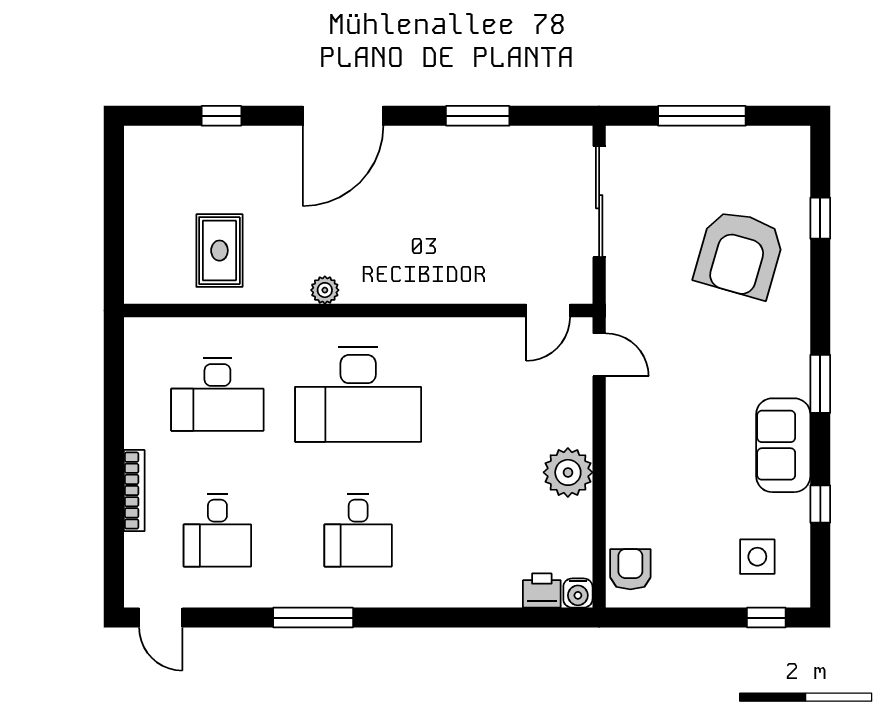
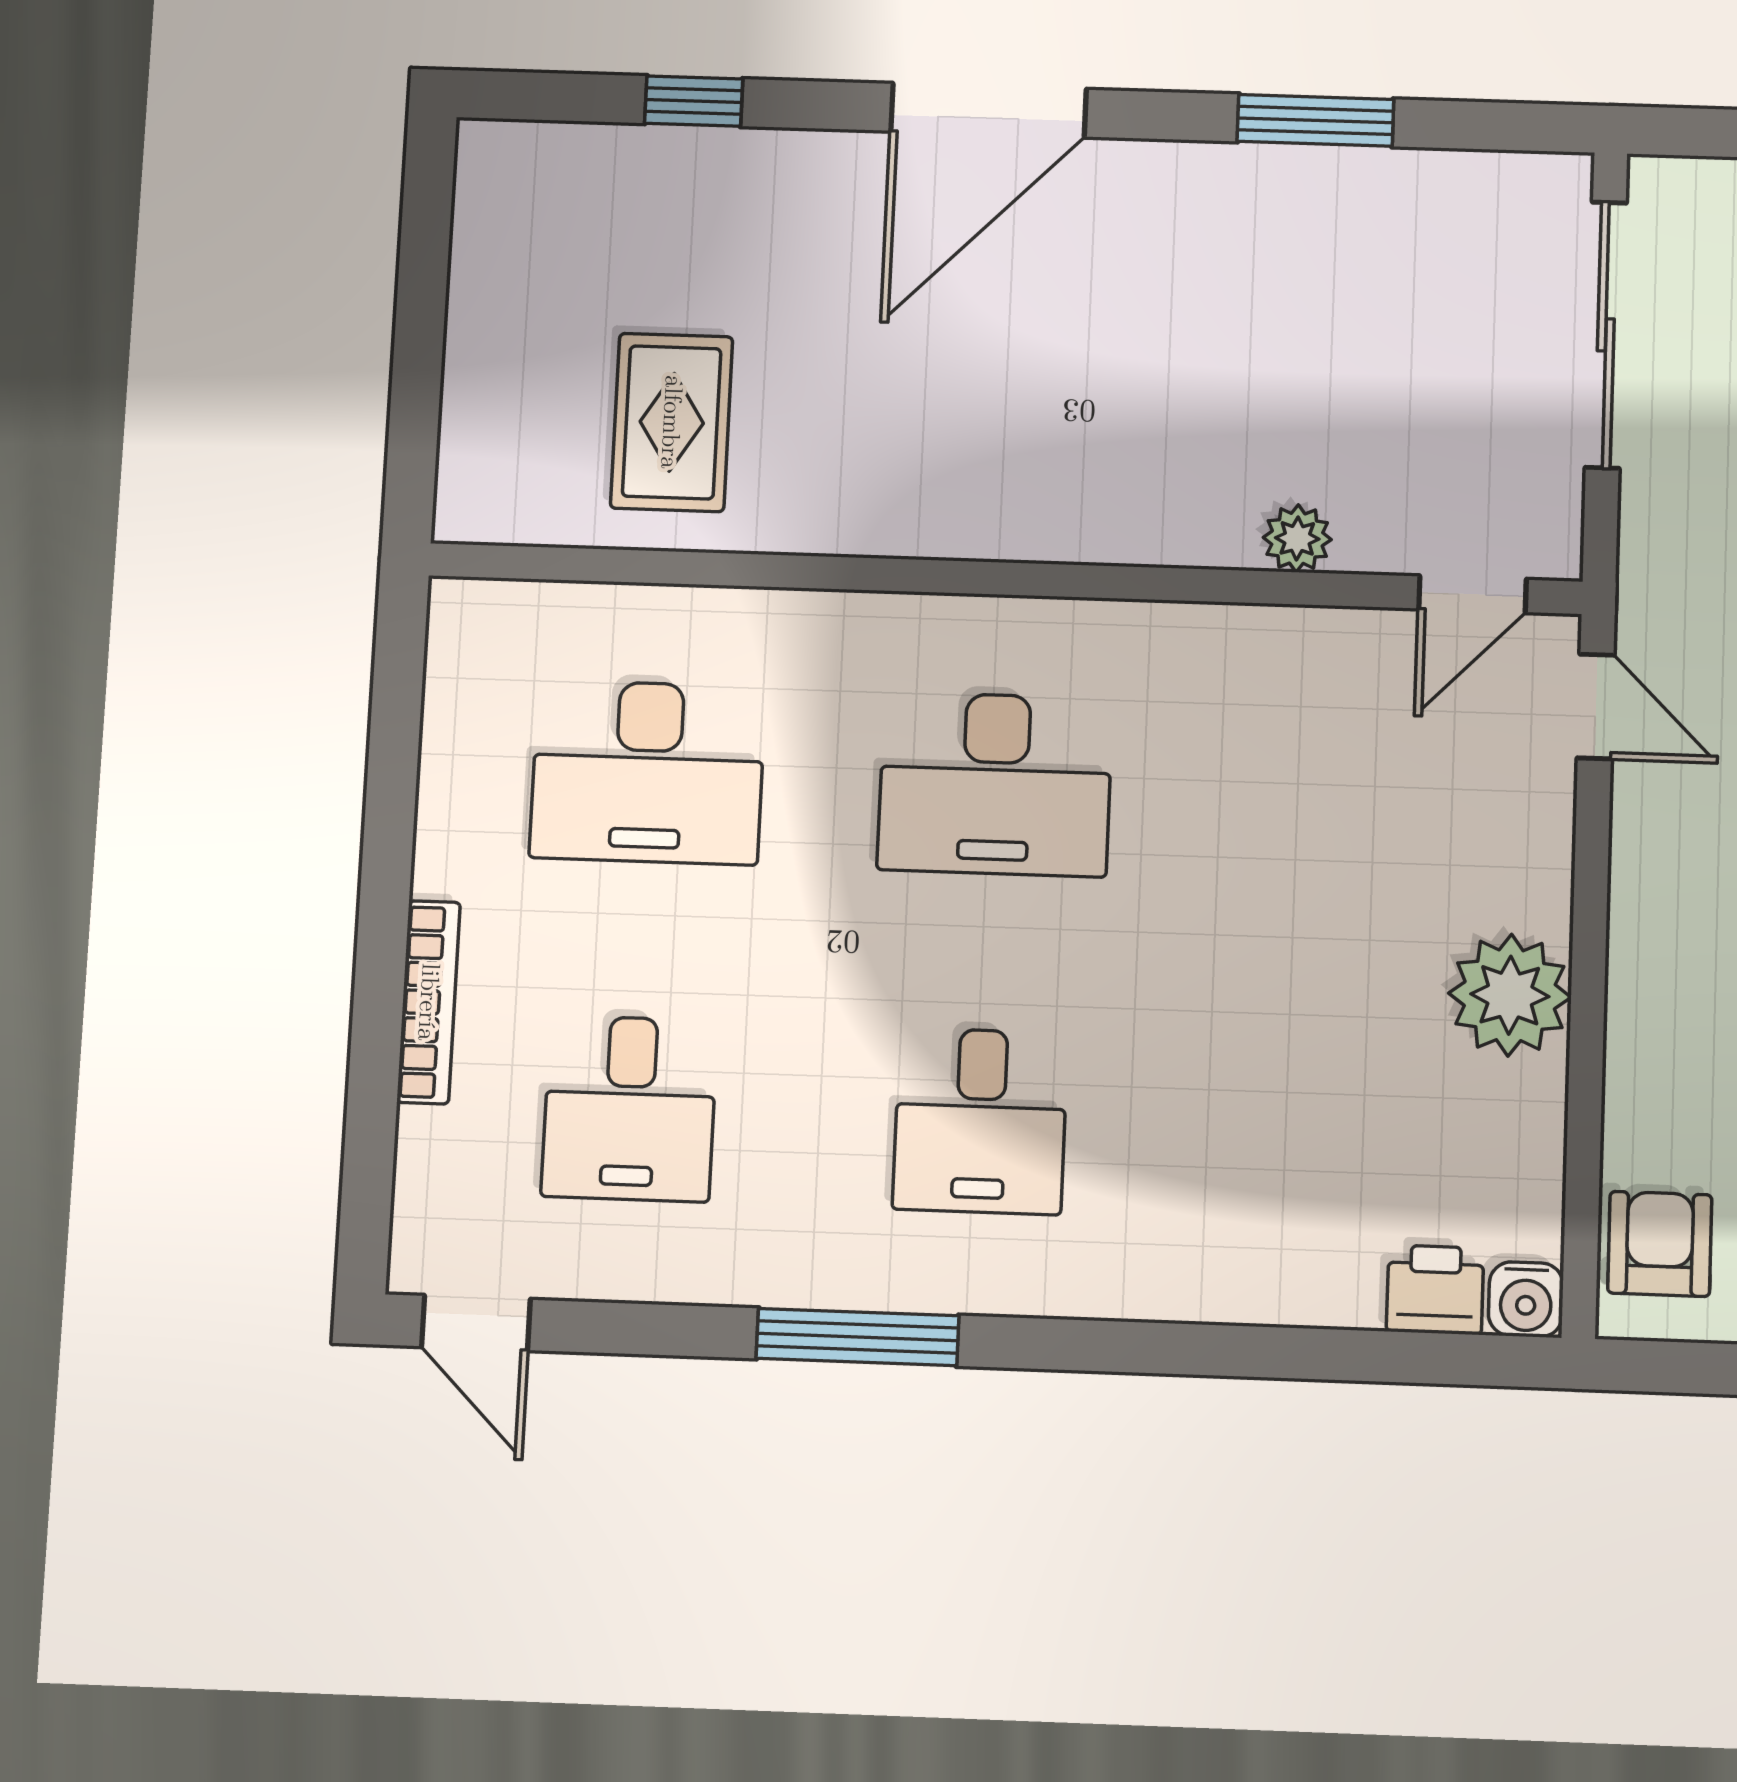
plant: (325, 290) -> (1297, 538), moved
desk: (358, 395) -> (995, 784), width x0.73, depth x0.77

